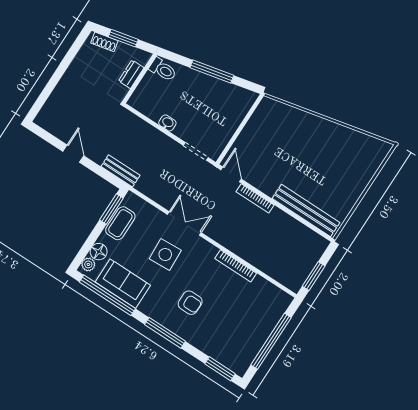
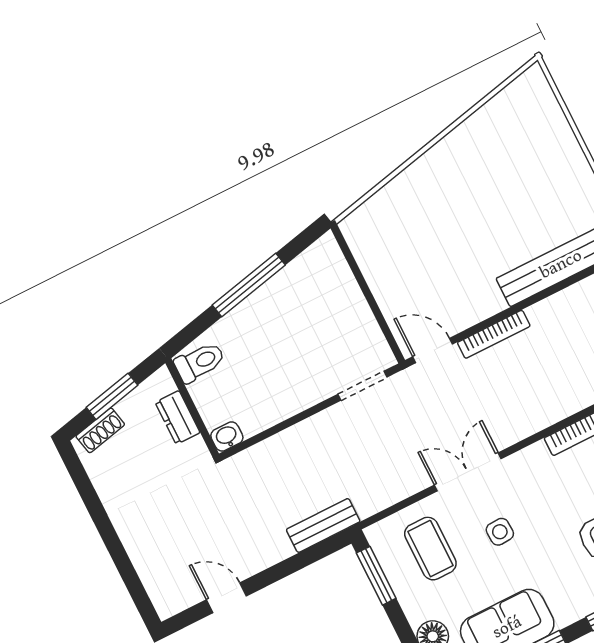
washbasin: (167, 123) -> (227, 437), moved
door: (73, 154) -> (226, 598), moved
coffee table: (120, 223) -> (430, 549), moved
side table: (165, 254) -> (500, 532), width x0.54, depth x0.54

